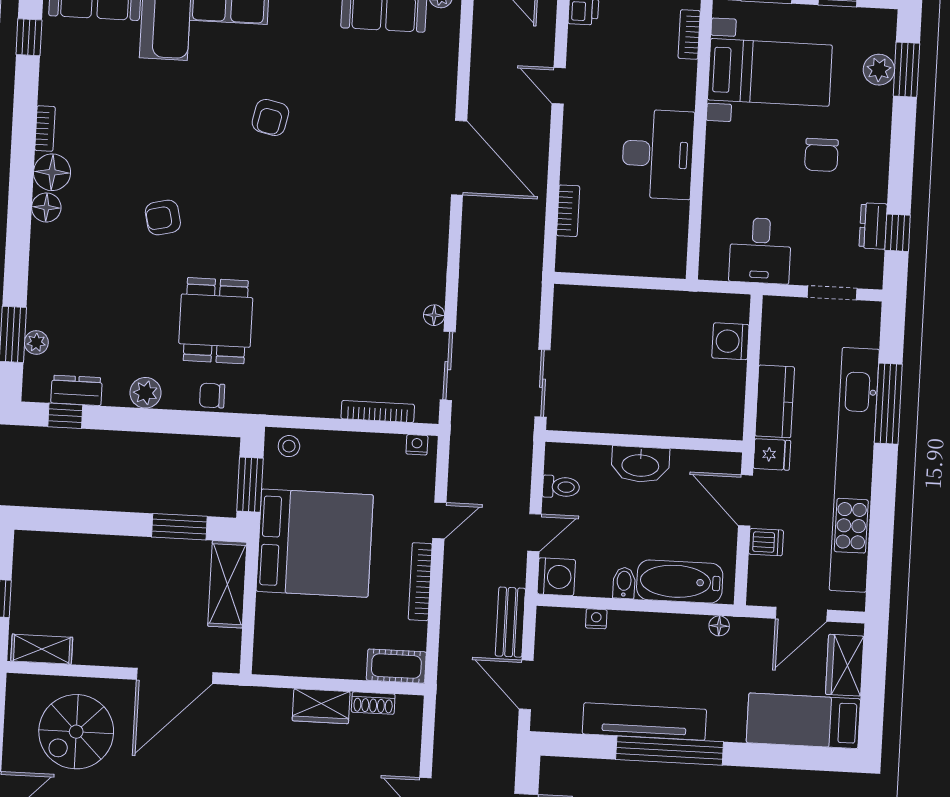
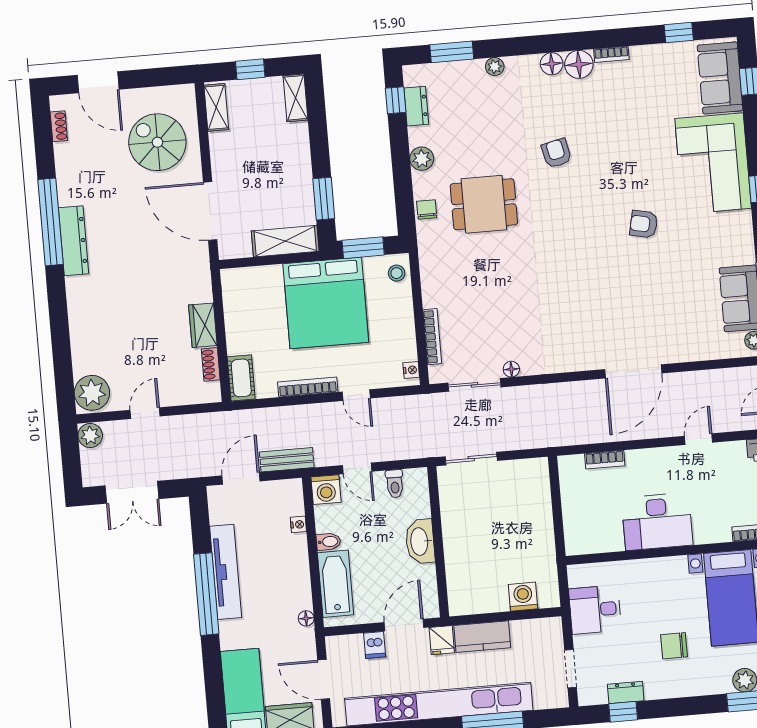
plant: (36, 343) -> (495, 67), moved
shelving: (44, 545) -> (295, 98), added

